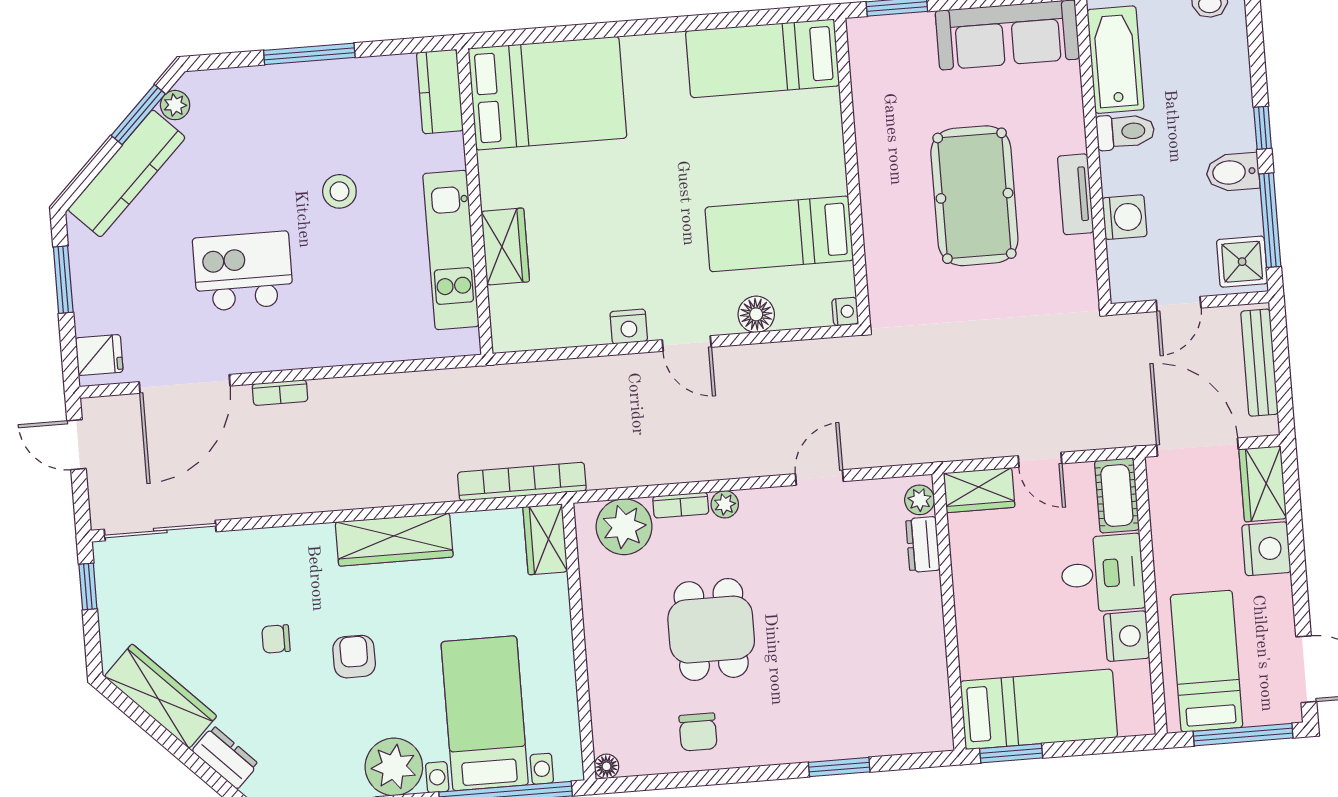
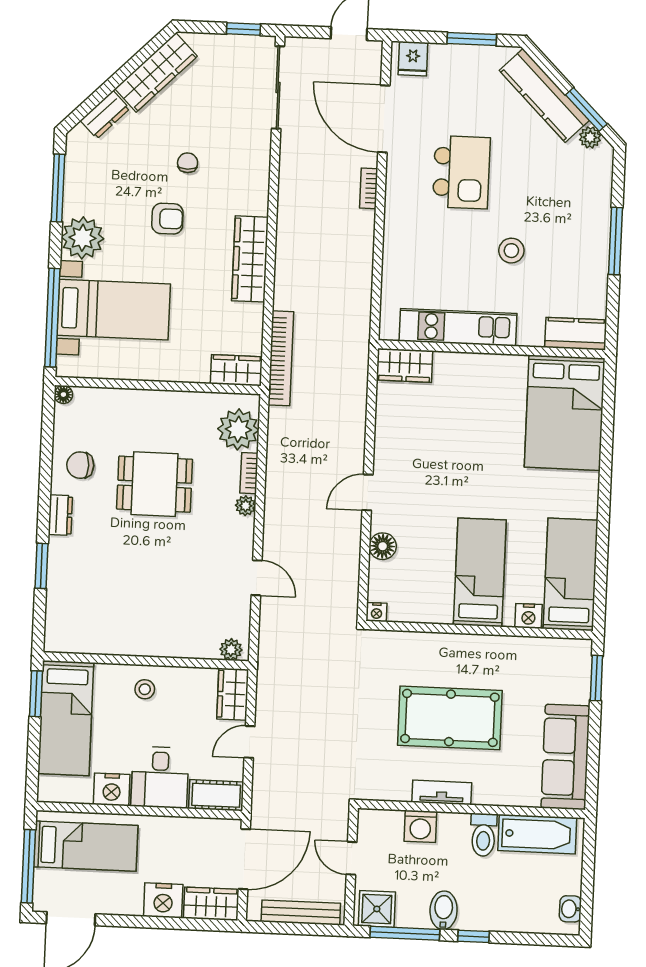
bed: (779, 234) -> (480, 572), moved
wardrobe: (505, 246) -> (405, 365), moved
nightstand: (629, 326) -> (529, 616), moved, turned -90
dresser: (923, 545) -> (60, 515), moved, turned 90
stool: (987, 609) -> (145, 689), added

